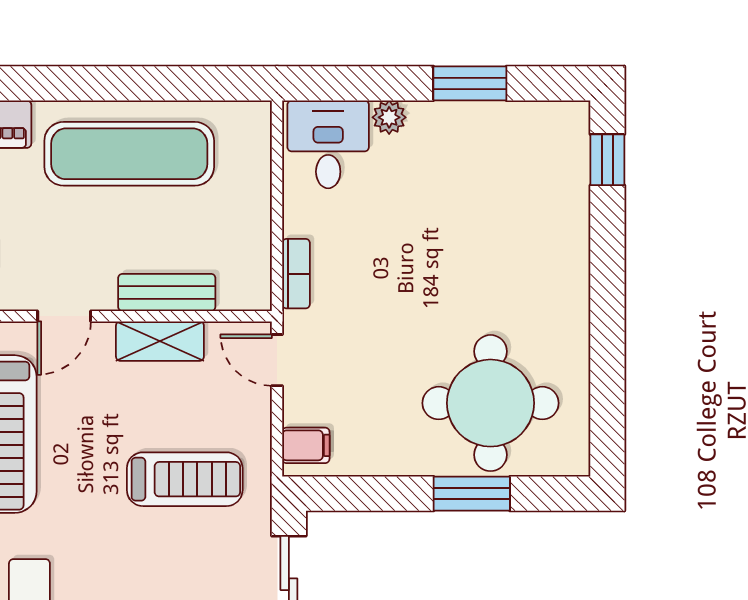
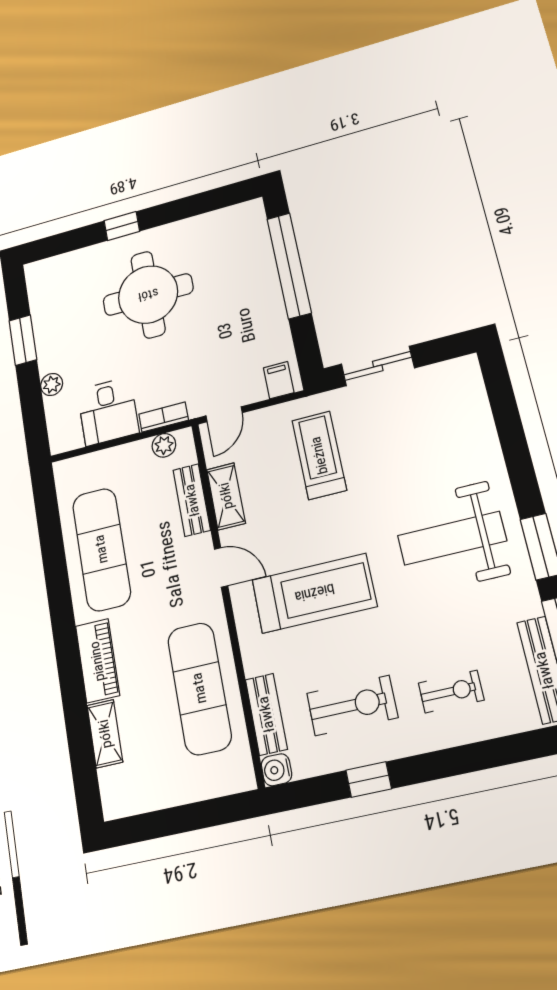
desk: (328, 144) -> (108, 411), moved, turned -90
window: (607, 160) -> (122, 226), moved
plant: (255, 267) -> (164, 445), added
round table: (490, 403) -> (148, 295), moved
window: (472, 494) -> (289, 265), width x2.11

